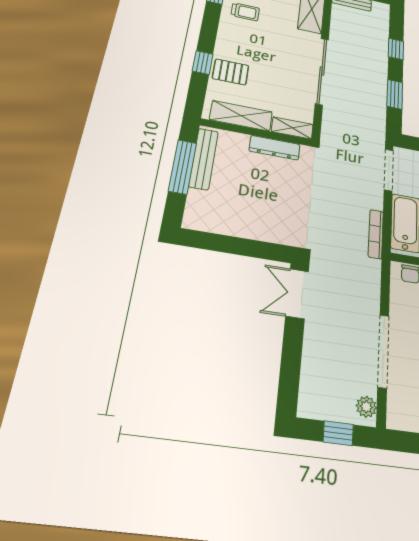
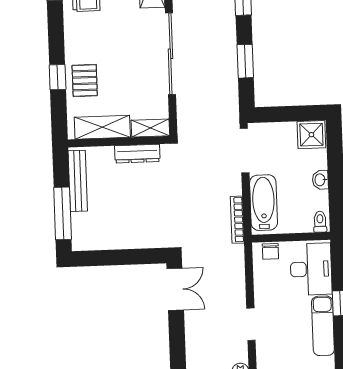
pallet: (231, 72) -> (85, 81), turned 90
window: (182, 167) -> (63, 213), moved
double door: (297, 294) -> (175, 289), swing flipped
doorway: (383, 351) -> (251, 324), width x0.53

